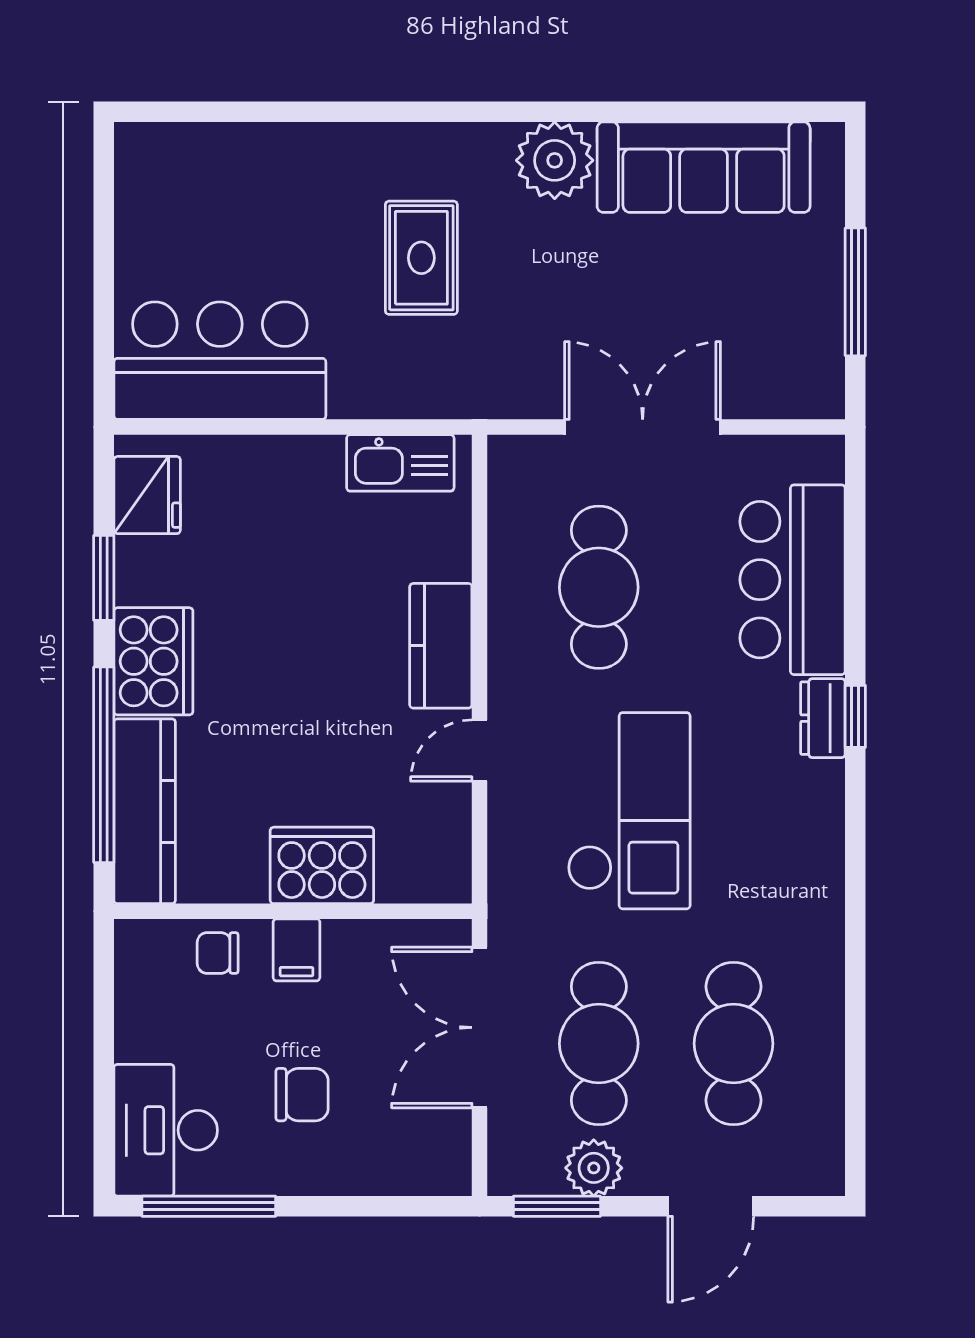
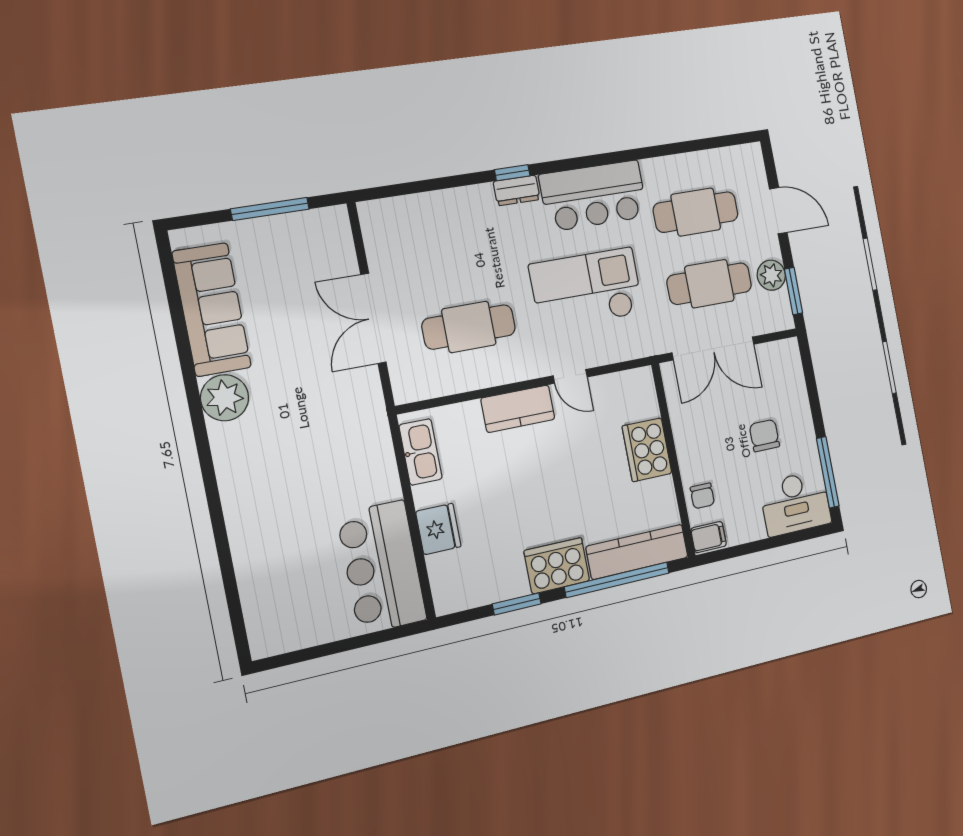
rug: (421, 258) -> (299, 464), removed
fridge: (147, 495) -> (438, 529), moved, turned 90
bar counter: (793, 580) -> (594, 196), moved
filing cabinet: (296, 950) -> (709, 537), moved

